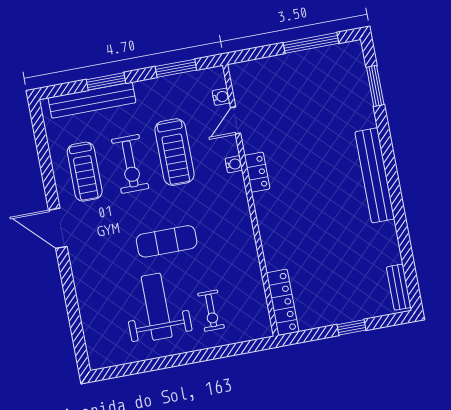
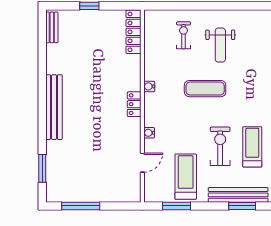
window: (106, 81) -> (242, 206), moved
water cooler: (221, 97) -> (149, 86), moved
treadmill: (174, 152) -> (186, 177), moved
locker: (257, 172) -> (134, 104), moved
weight bench: (157, 307) -> (220, 45), width x0.73, depth x0.75

